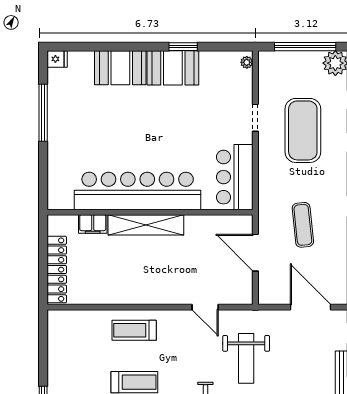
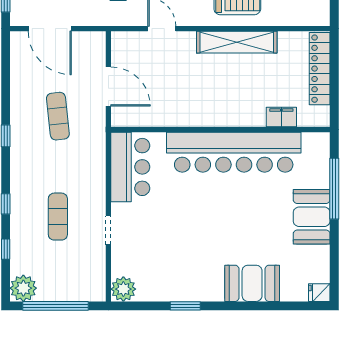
plant: (247, 62) -> (123, 289), width x1.87, depth x1.87
booth: (173, 68) -> (312, 217), moved, turned 90
window: (43, 113) -> (334, 189), moved
exercise mat: (303, 130) -> (58, 217), width x0.50, depth x0.69
shelving: (146, 225) -> (237, 42), moved

